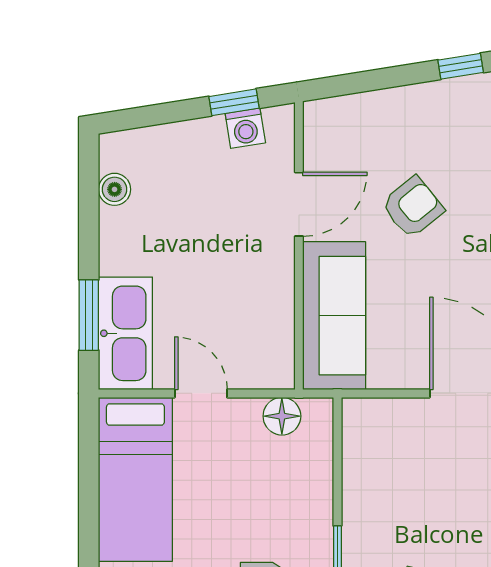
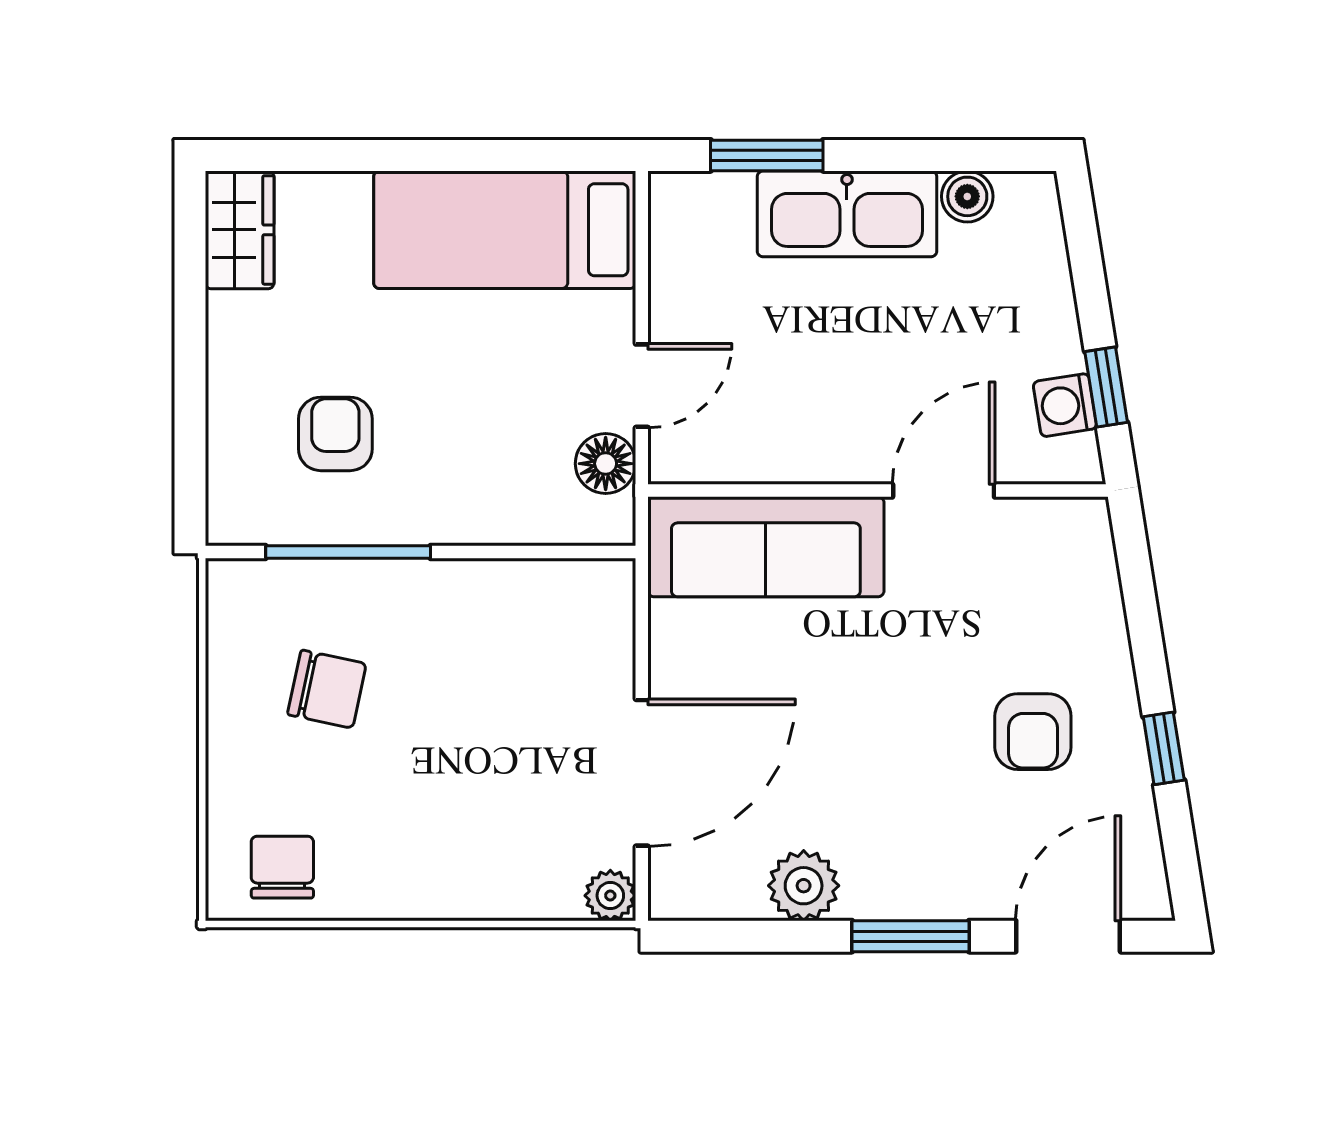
door: (299, 204) -> (944, 491), swing flipped
armchair: (413, 207) -> (1033, 732), moved, turned 39
kitchen sink: (125, 333) -> (847, 214), moved
door: (201, 393) -> (642, 386), moved

